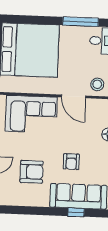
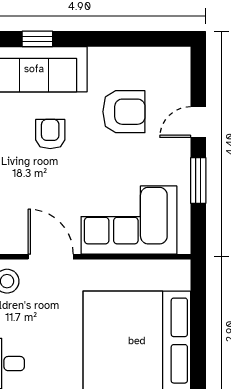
armchair: (32, 172) -> (124, 112), turned 180

